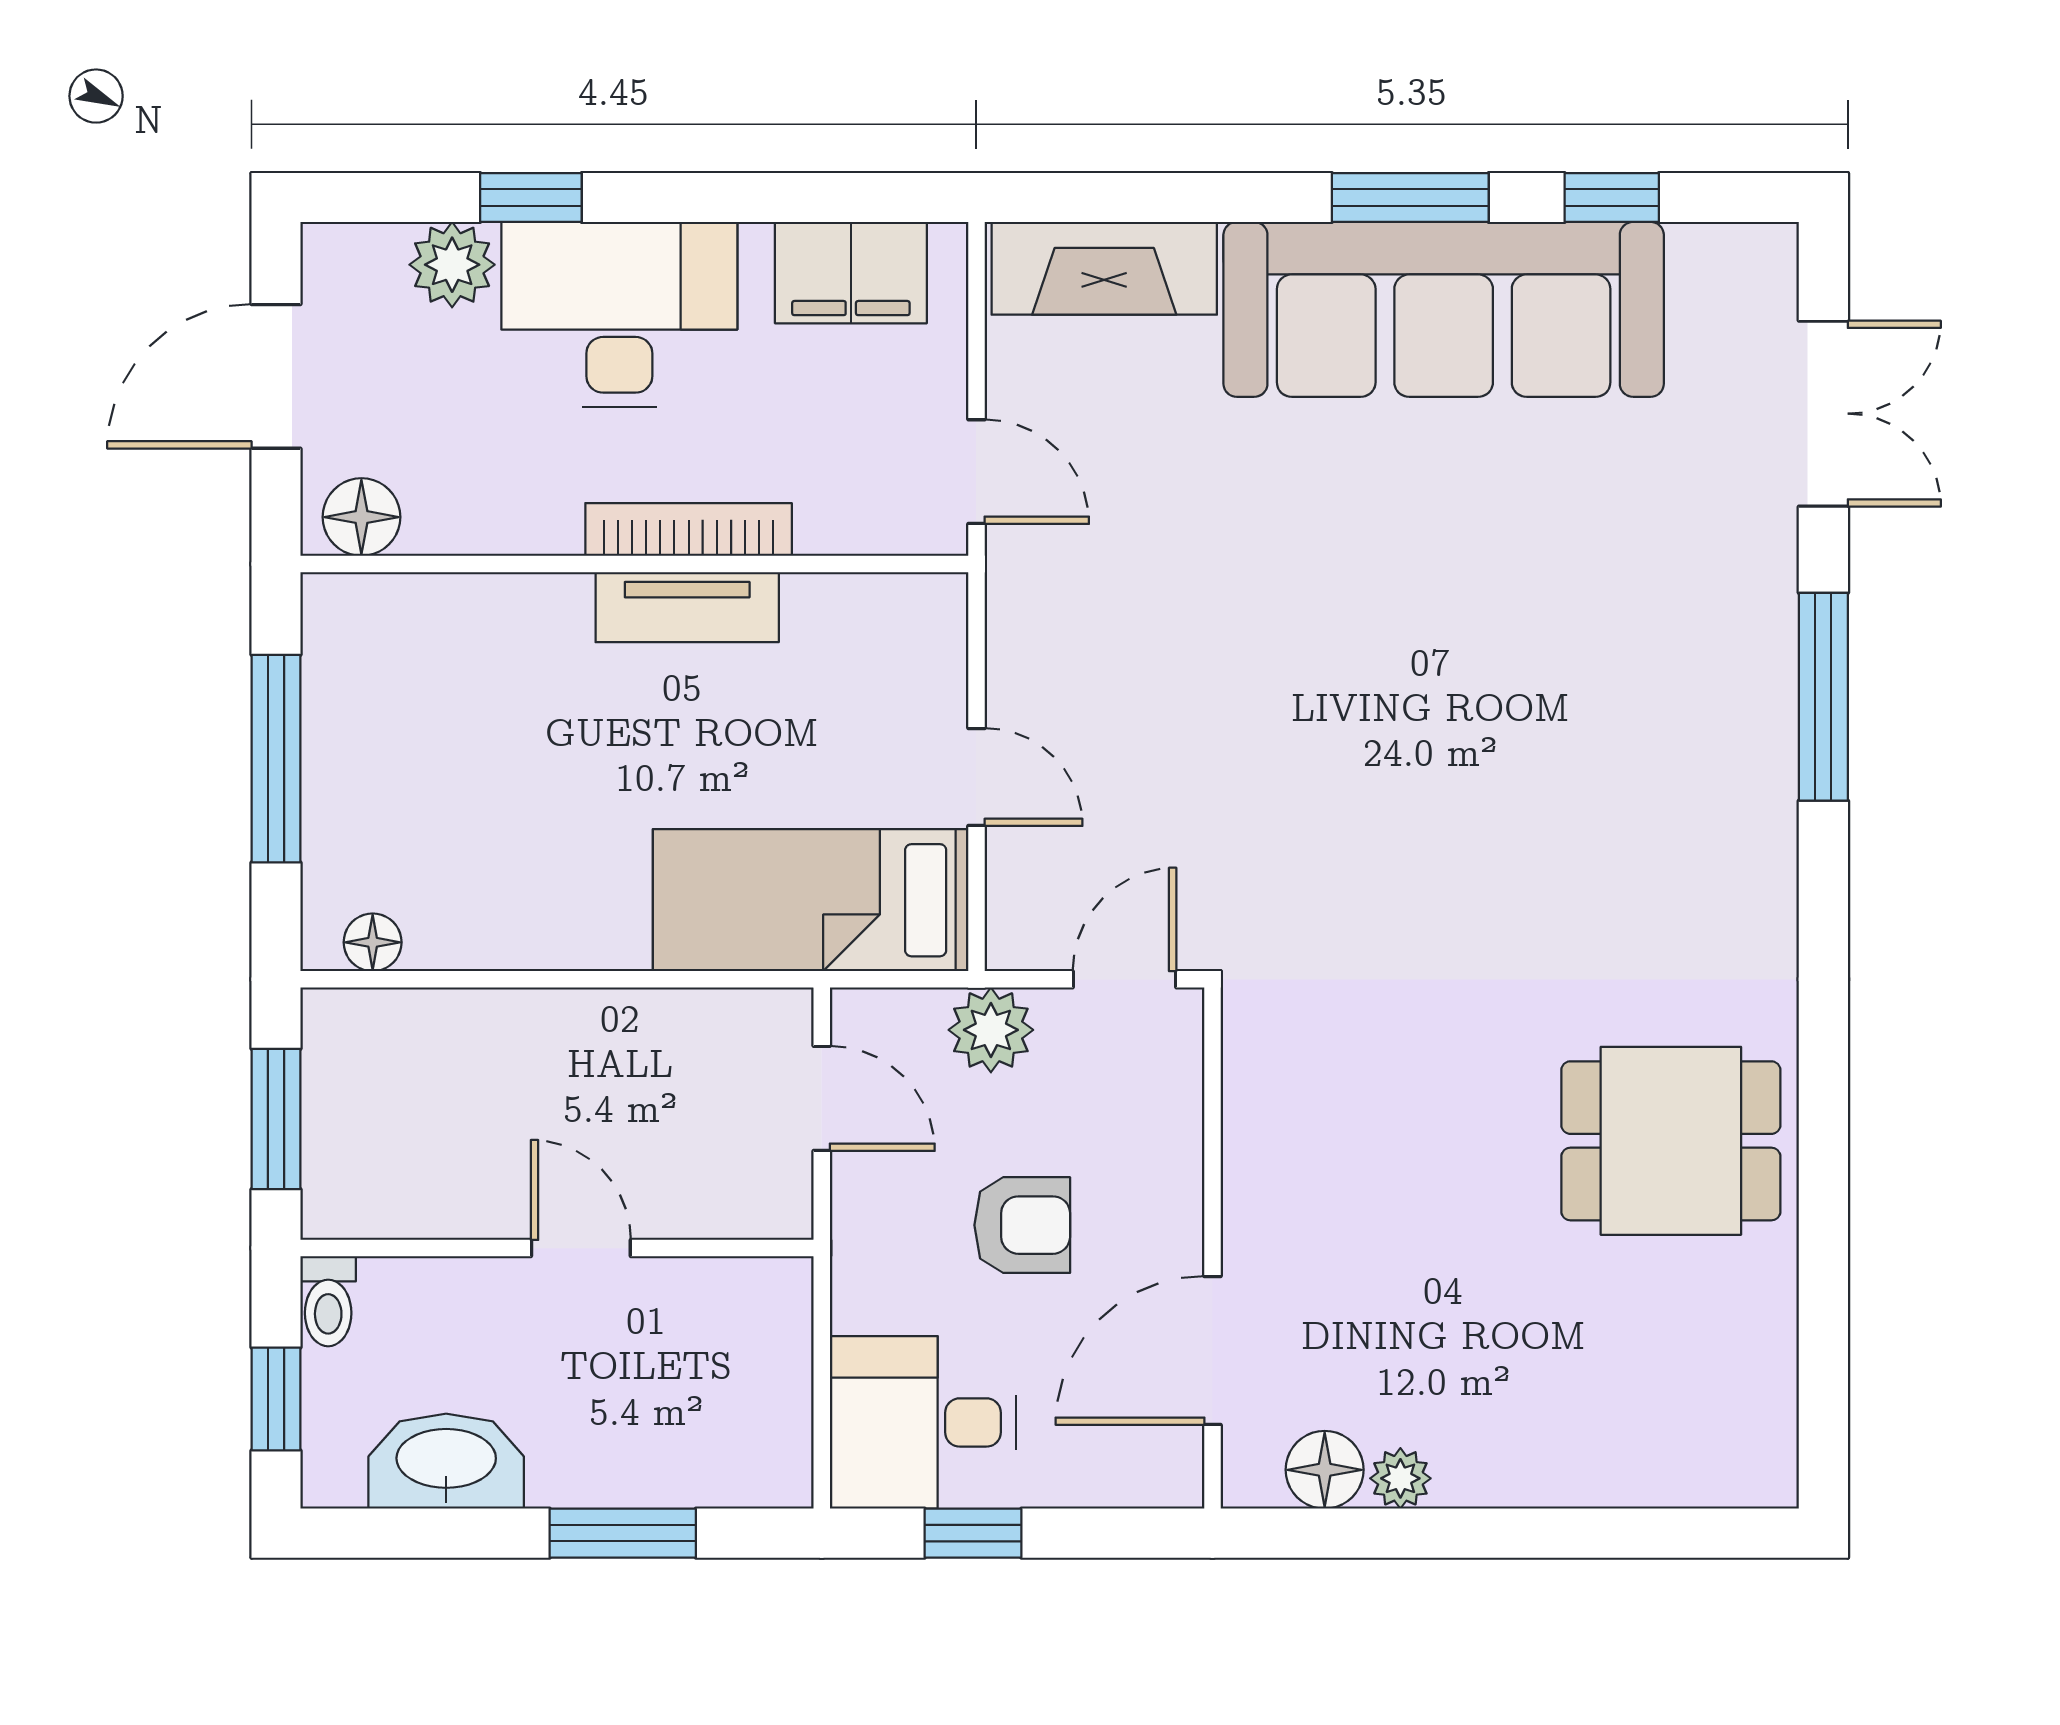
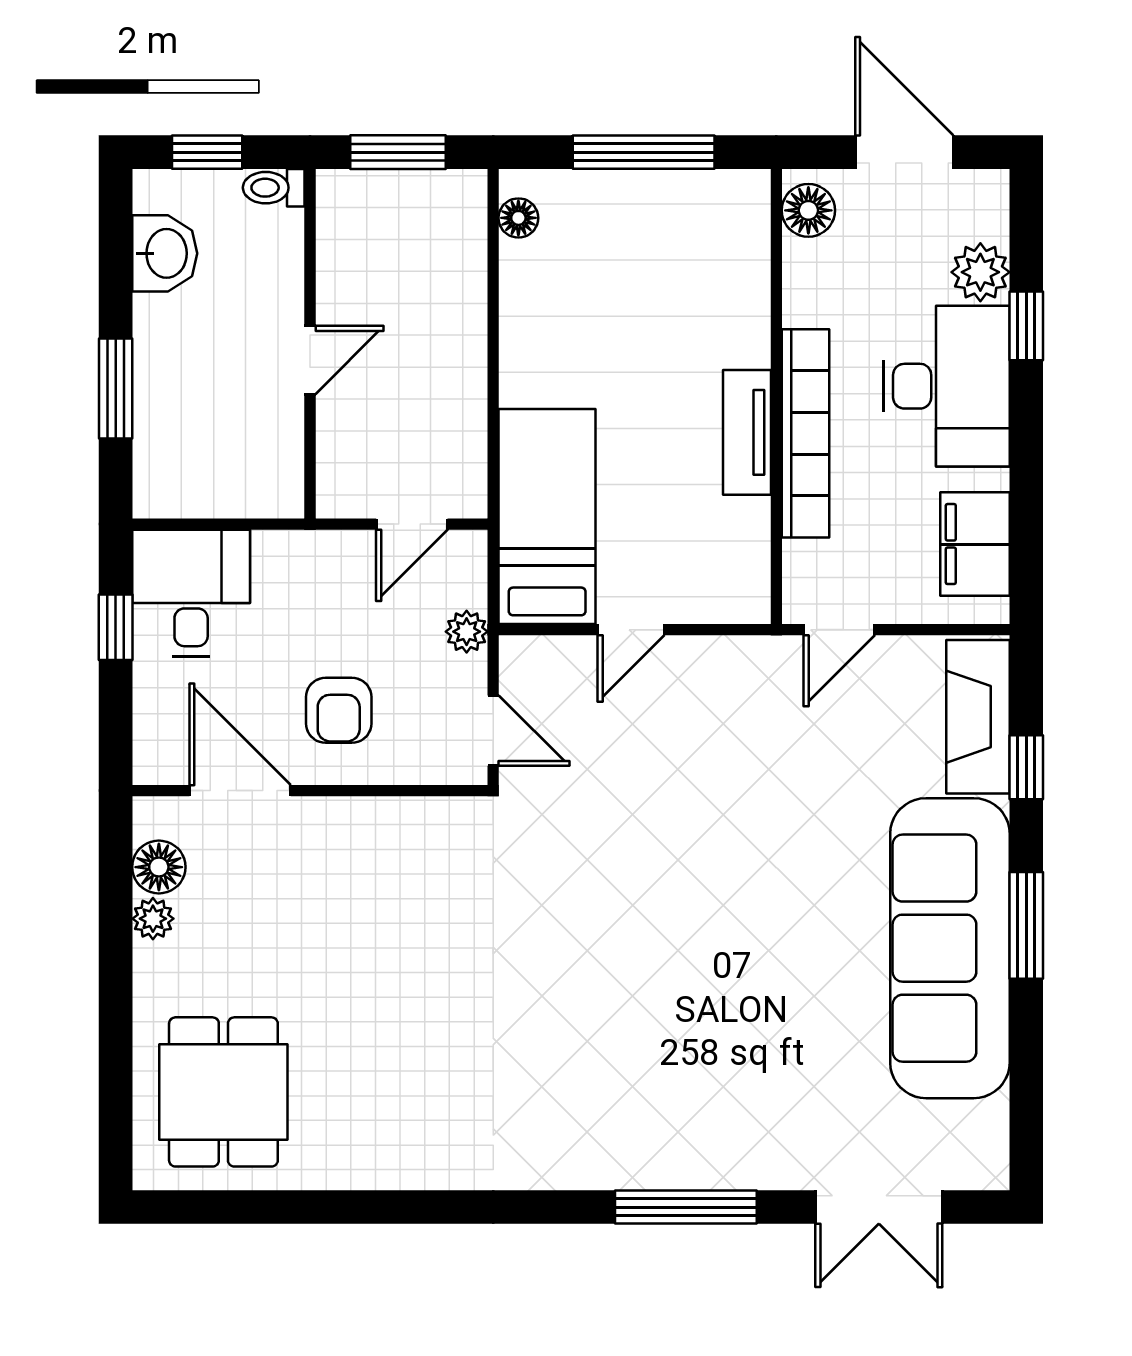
window: (1612, 198) -> (1026, 767), moved
bookcase: (689, 529) -> (806, 433), width x1.48, depth x1.31
plant: (991, 1030) -> (467, 632), width x0.73, depth x0.73
dining table: (1671, 1141) -> (223, 1092), moved
armchair: (1022, 1225) -> (339, 710), moved
washbasin: (446, 1461) -> (165, 253), width x0.72

